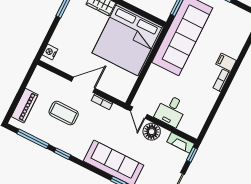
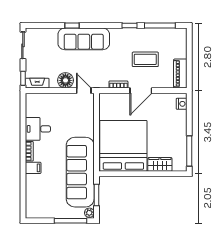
piano: (25, 106) -> (180, 74), moved
desk: (171, 111) -> (38, 129), moved, turned -90

